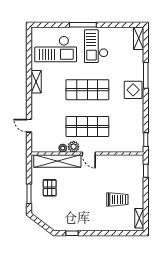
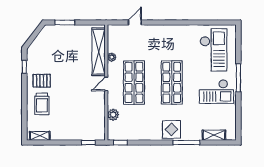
shelving: (139, 38) -> (214, 135), moved
checkout: (96, 46) -> (216, 92), turned 180
checkout: (56, 49) -> (213, 50), turned 180
shelving: (36, 82) -> (180, 30), removed
plant: (74, 147) -> (113, 115), moved
pallet: (50, 188) -> (42, 81), moved
trolley: (117, 199) -> (42, 104), moved

